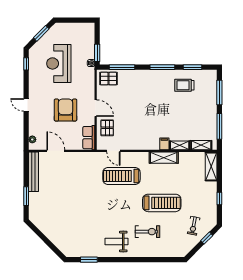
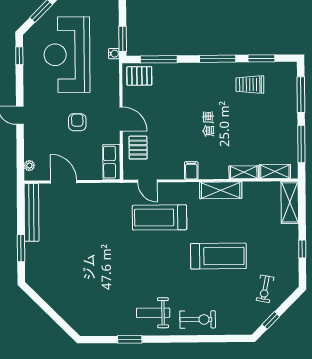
reception desk: (59, 63) -> (67, 55), width x1.36, depth x1.30
armchair: (66, 110) -> (77, 122), width x0.53, depth x0.53
filing cabinet: (164, 144) -> (191, 170), moved
exercise bike: (147, 232) -> (198, 320), moved
window: (207, 238) -> (271, 320), moved
window: (89, 260) -> (130, 339), moved

